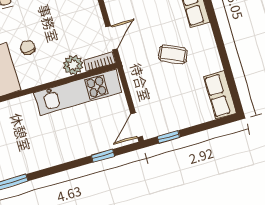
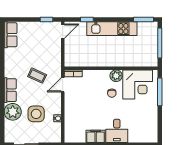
coffee table: (173, 54) -> (37, 76), moved
plant: (73, 65) -> (116, 76), moved
kitchen unit: (78, 92) -> (112, 29), moved, turned 180

